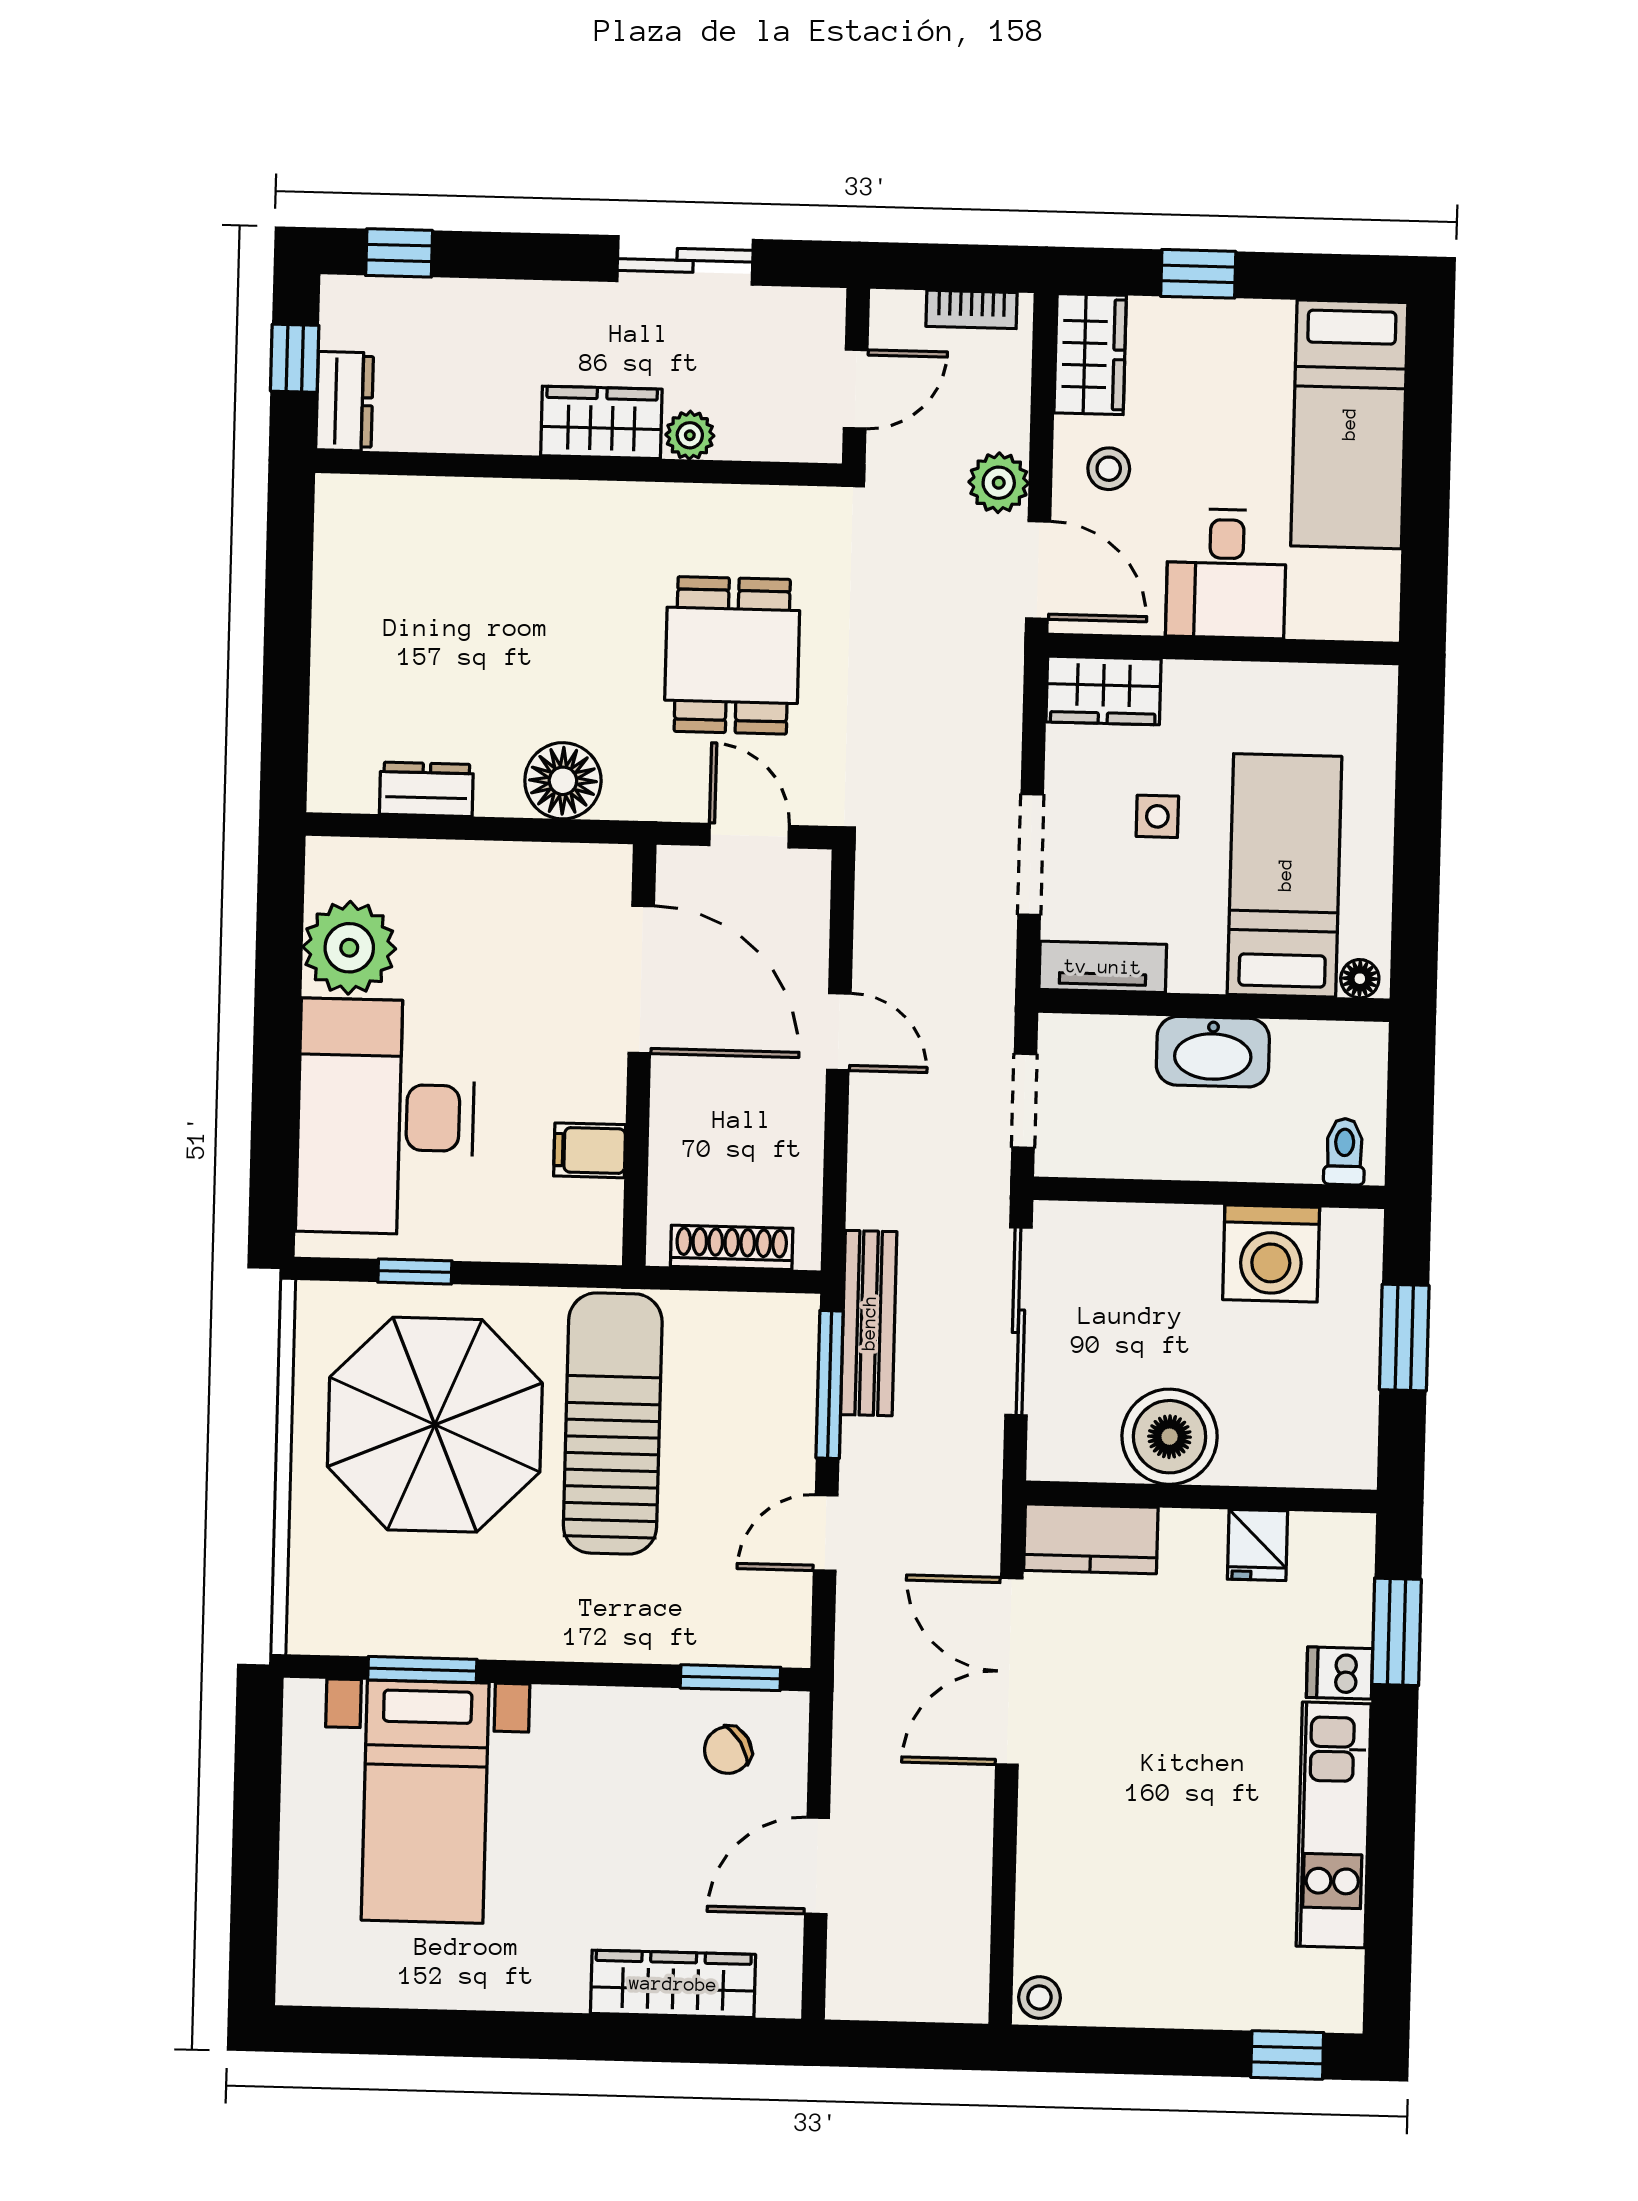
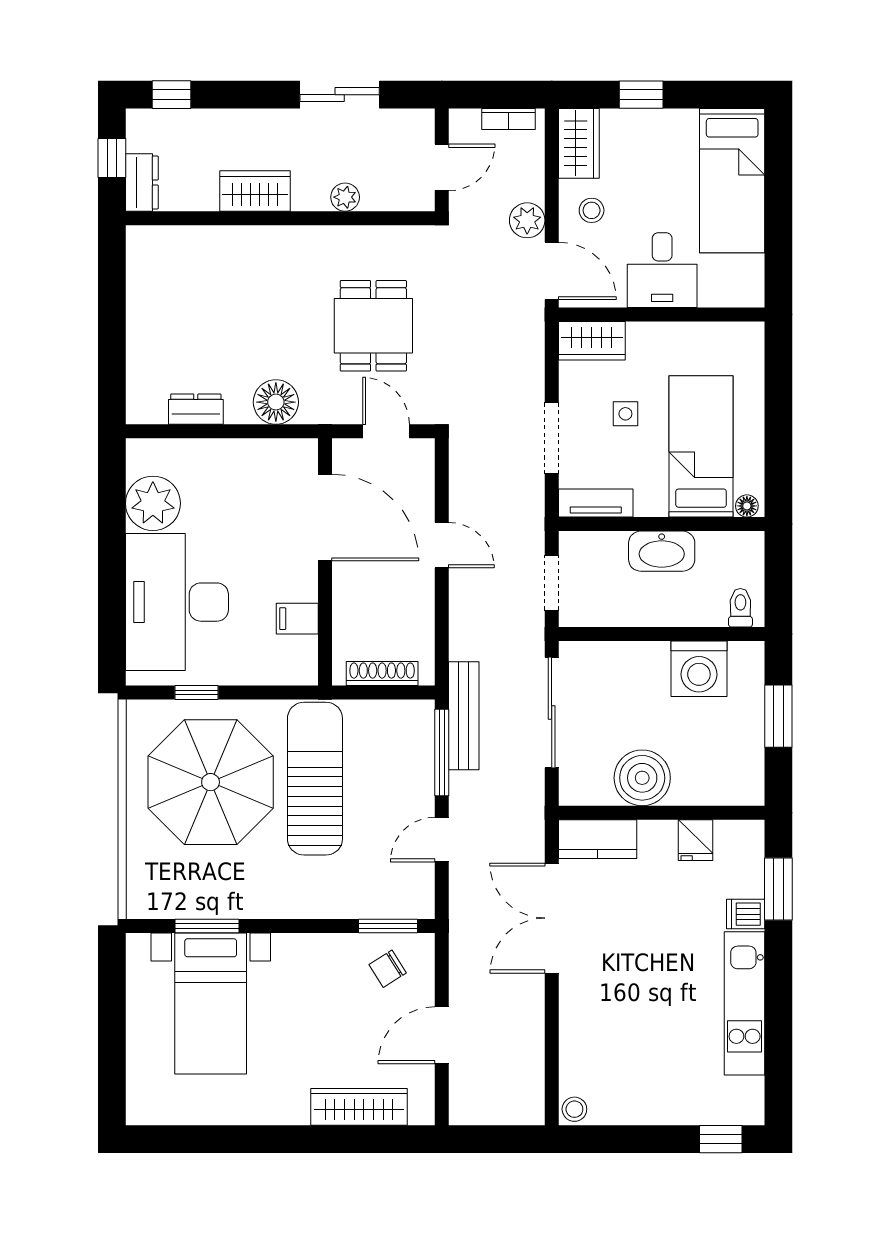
wardrobe: (601, 422) -> (255, 191), moved

